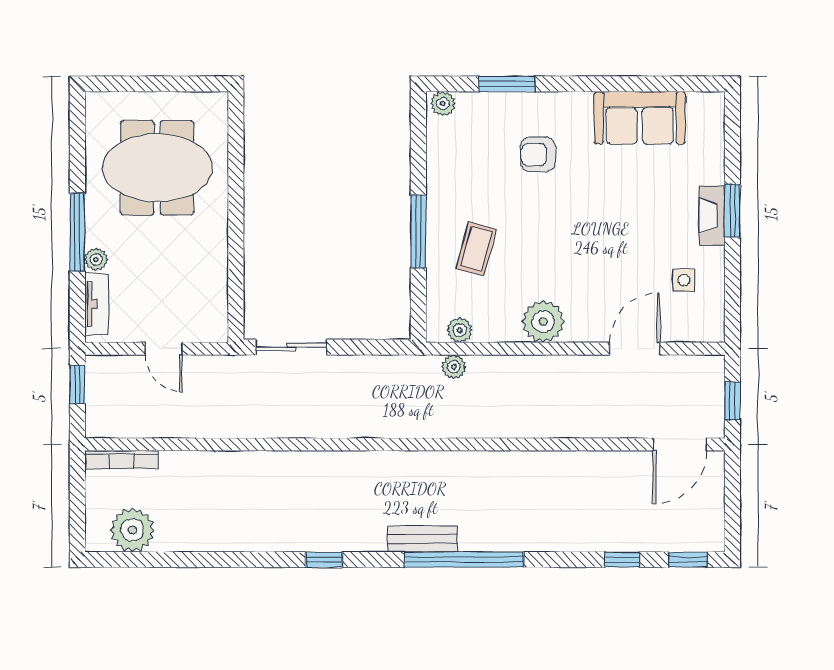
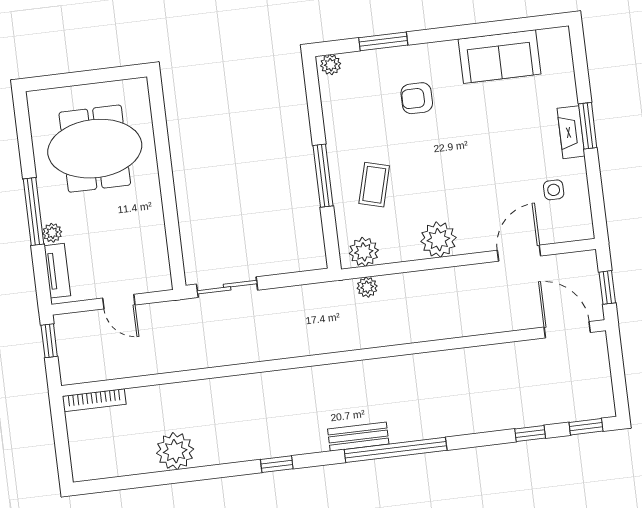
plant: (460, 330) -> (364, 252), width x1.38, depth x1.38
door: (680, 444) -> (567, 330), swing flipped
plant: (132, 530) -> (175, 451), moved

